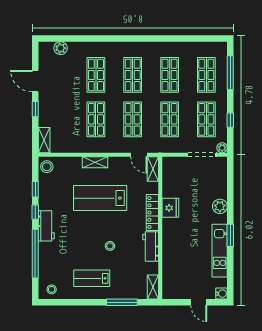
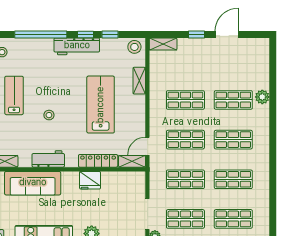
plant: (61, 48) -> (262, 97), moved
shelving: (95, 162) -> (139, 81), moved
locker: (152, 213) -> (98, 161), moved
workbench: (46, 226) -> (77, 46), width x1.38
sofa: (173, 261) -> (33, 183), added

